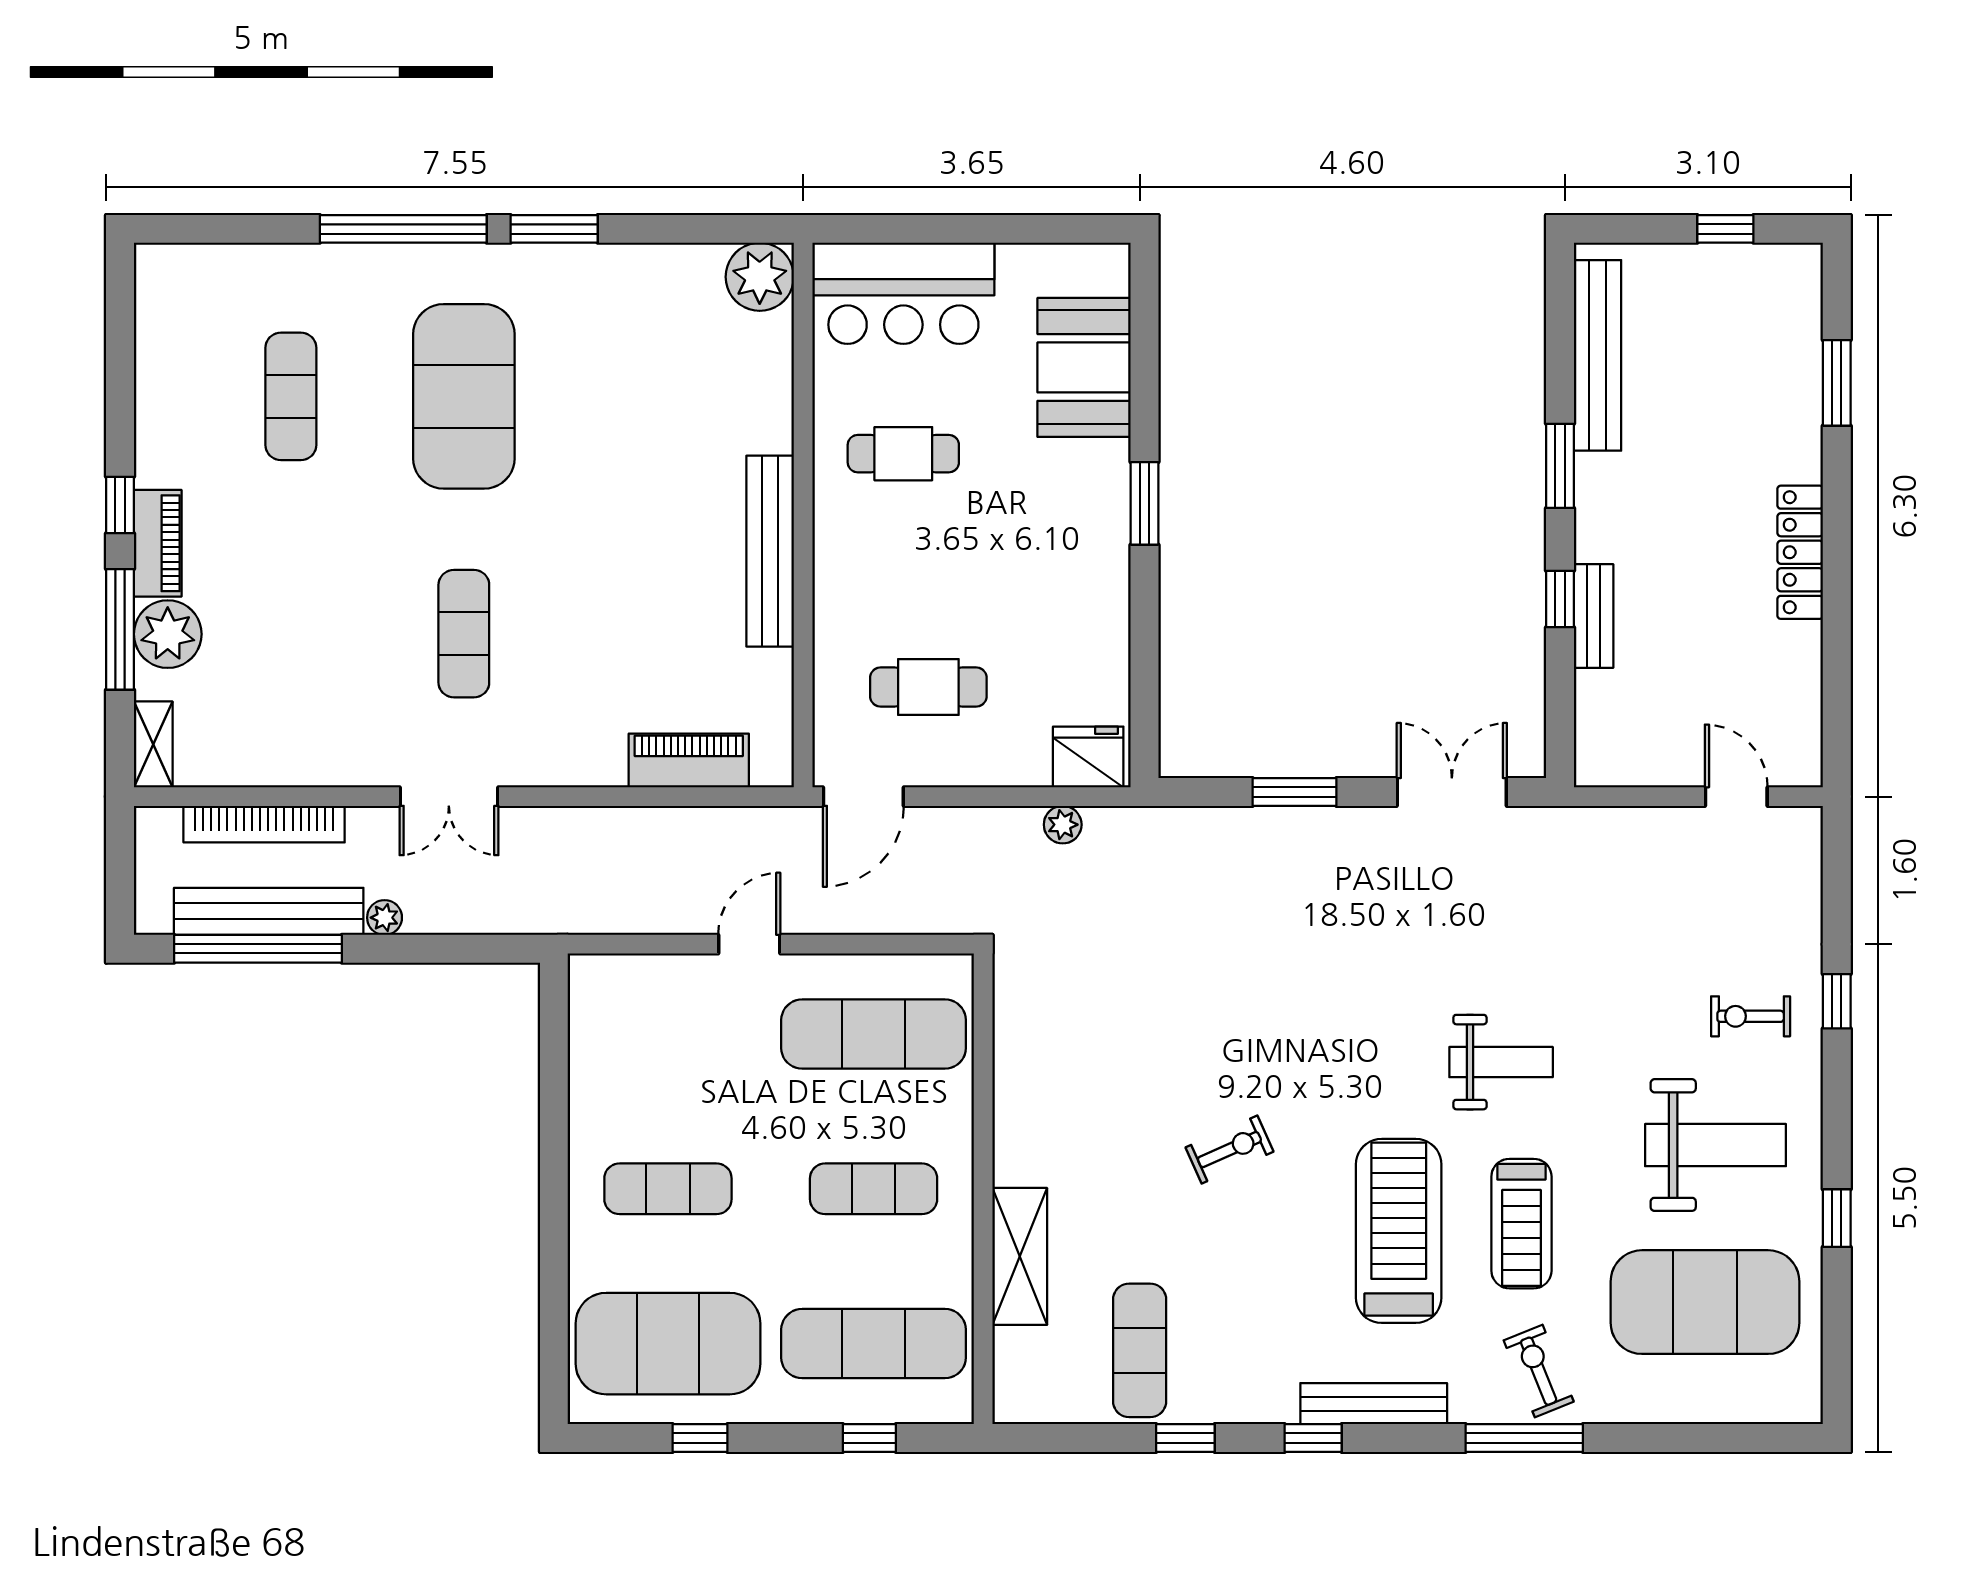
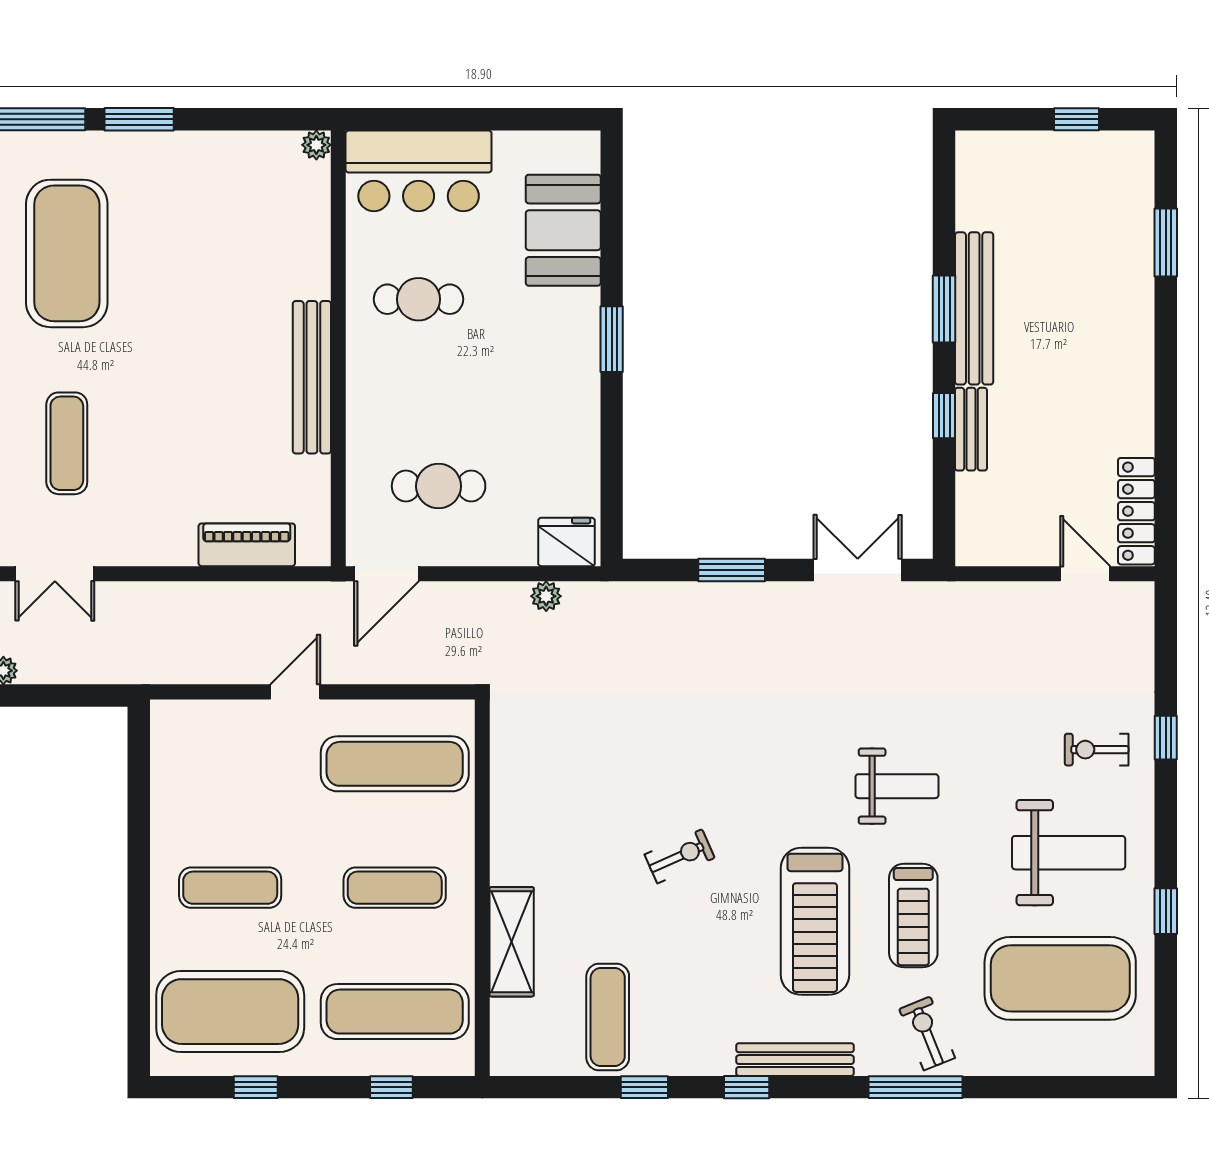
plant: (760, 277) -> (316, 145), width x0.53, depth x0.53
bench: (1597, 355) -> (974, 308), moved
locker: (1800, 552) -> (1136, 511), moved
treadmill: (1399, 1231) -> (815, 921), turned 180

